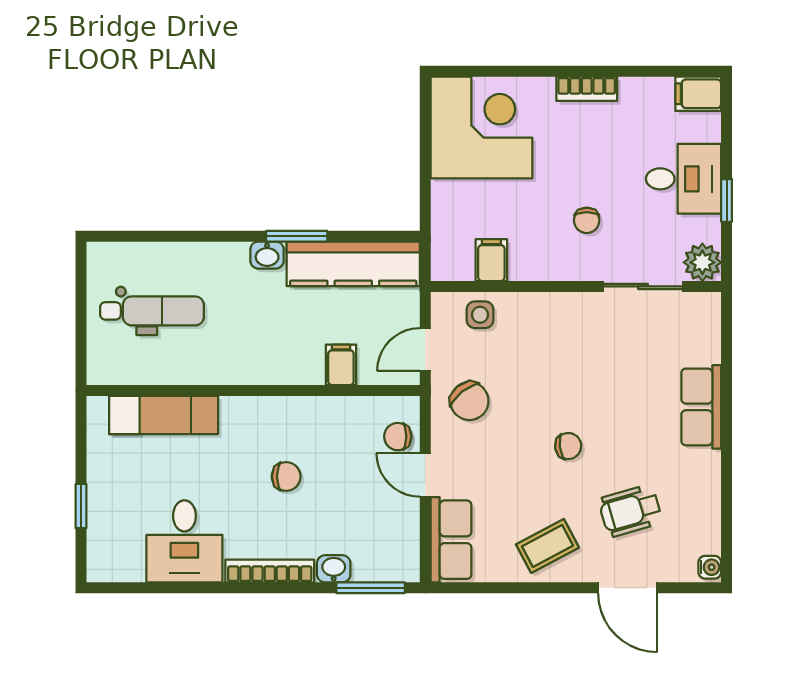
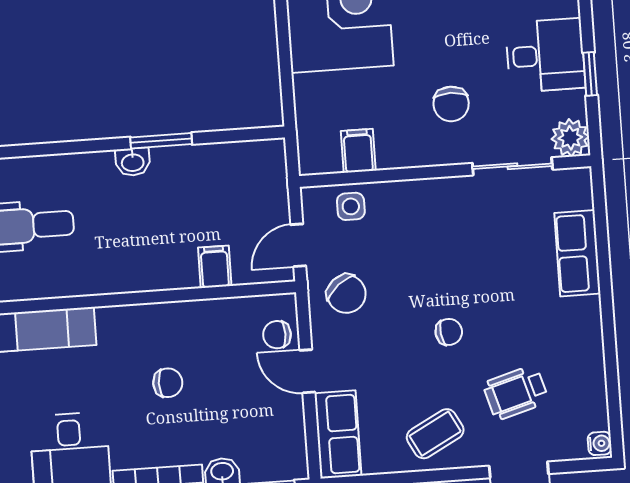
chair: (587, 220) -> (451, 104), width x1.37, depth x1.37
kitchen counter: (353, 264) -> (220, 164), removed
row of seats: (701, 407) -> (577, 253), moved

